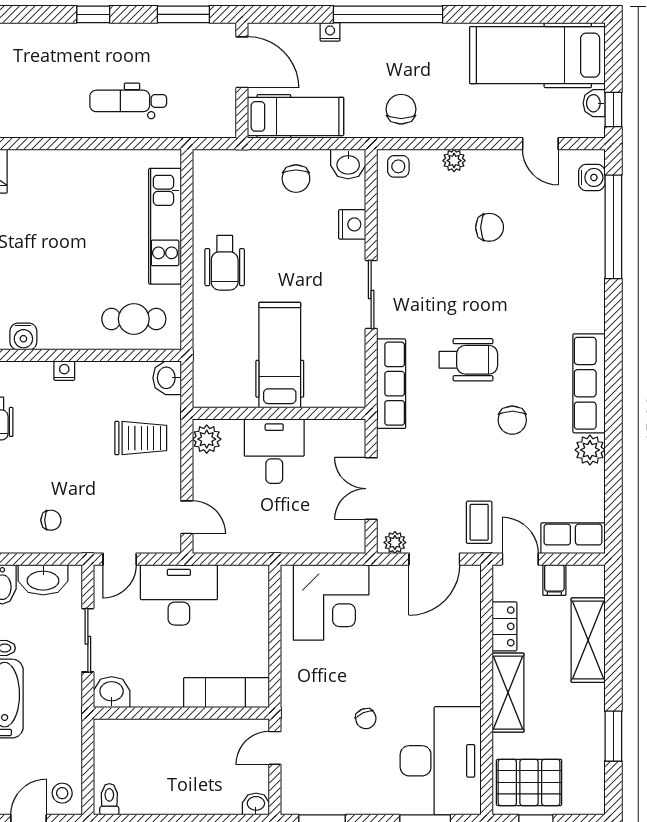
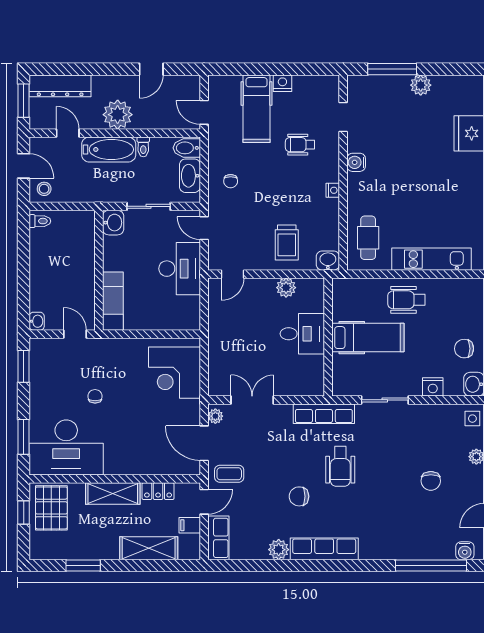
hospital bed: (280, 355) -> (368, 338), moved
wall: (279, 413) -> (328, 337), moved
desk: (274, 451) -> (302, 334), moved
chair: (366, 719) -> (95, 396), turned 113

